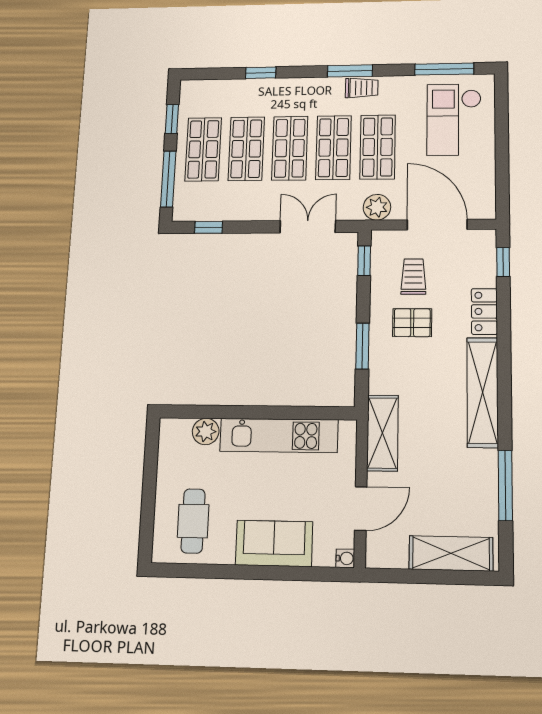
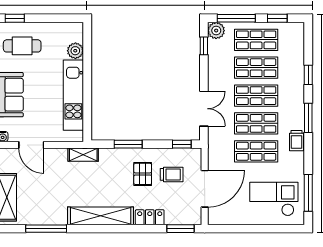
window: (350, 71) -> (308, 118), moved
plant: (377, 207) -> (216, 31), moved
window: (503, 262) -> (181, 229), width x1.50
shelving: (382, 433) -> (83, 155), width x0.67, depth x0.75
window: (146, 533) -> (15, 18), added

